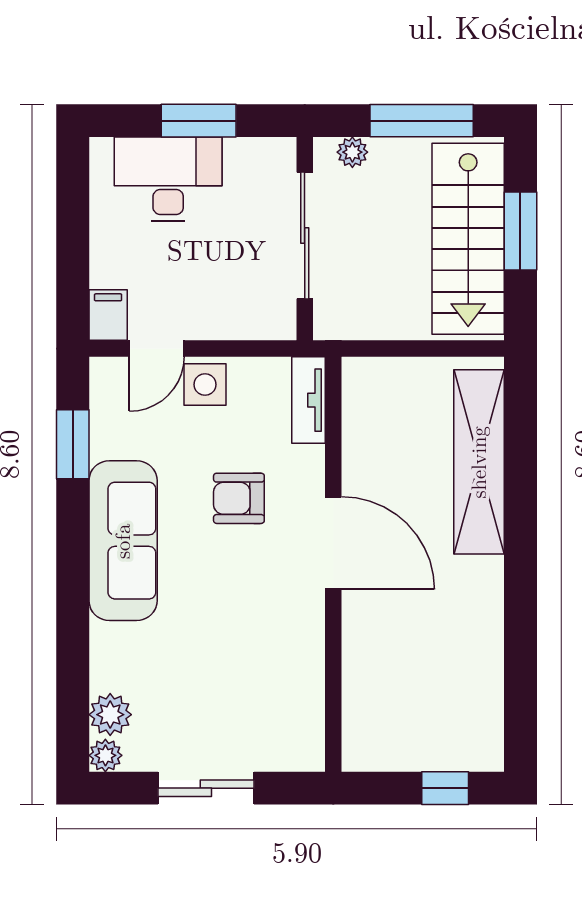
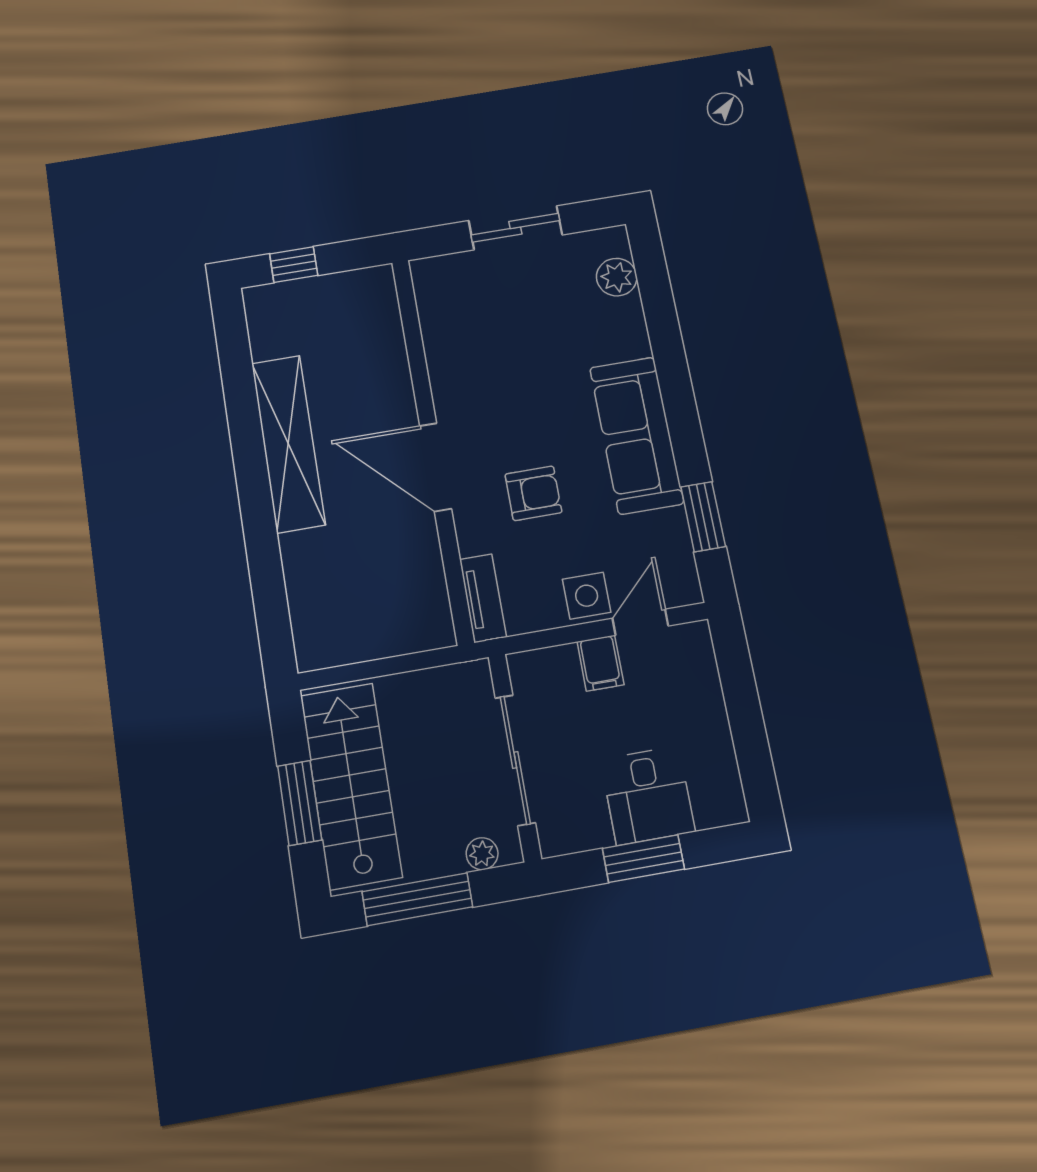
desk: (168, 179) -> (648, 795), width x0.73
filing cabinet: (108, 315) -> (600, 663), moved
shelving: (479, 462) -> (288, 443), moved
plant: (105, 755) -> (614, 241), removed

